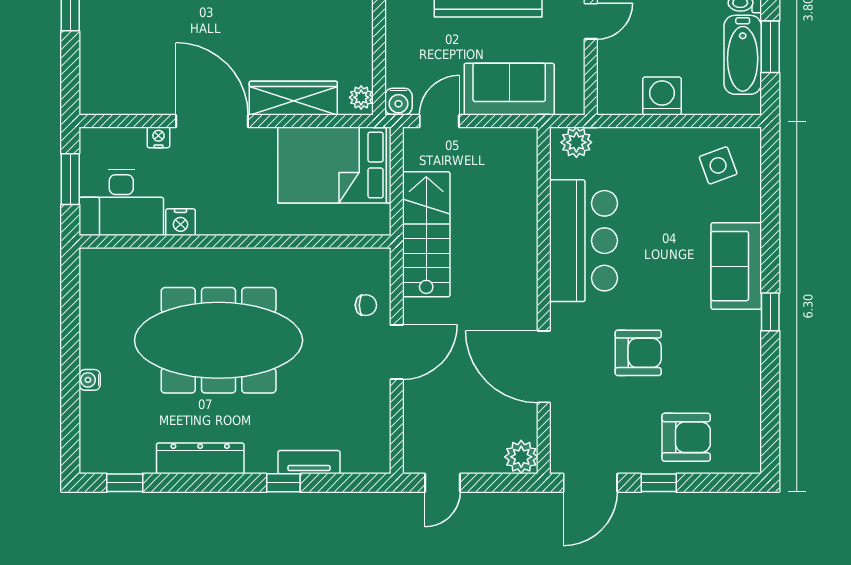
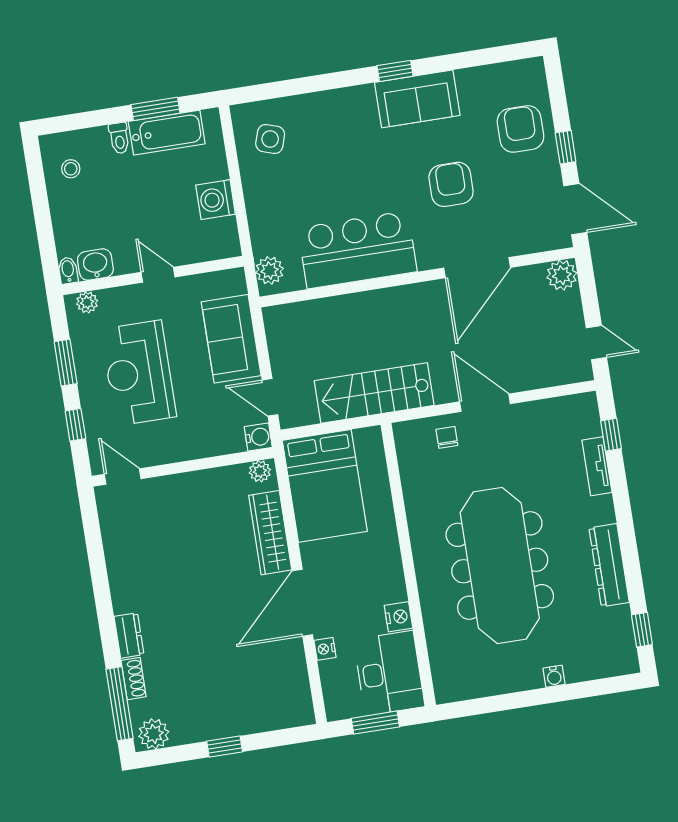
side table: (718, 165) -> (270, 139), turned 38
sofa: (736, 266) -> (417, 99), moved
window: (283, 483) -> (611, 435), moved

